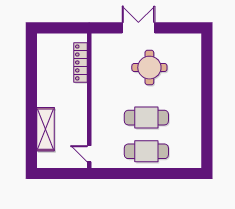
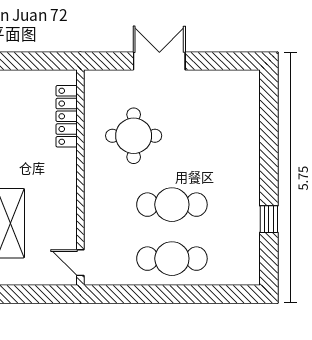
round table: (149, 68) -> (134, 136), moved
window: (207, 127) -> (269, 219), added

